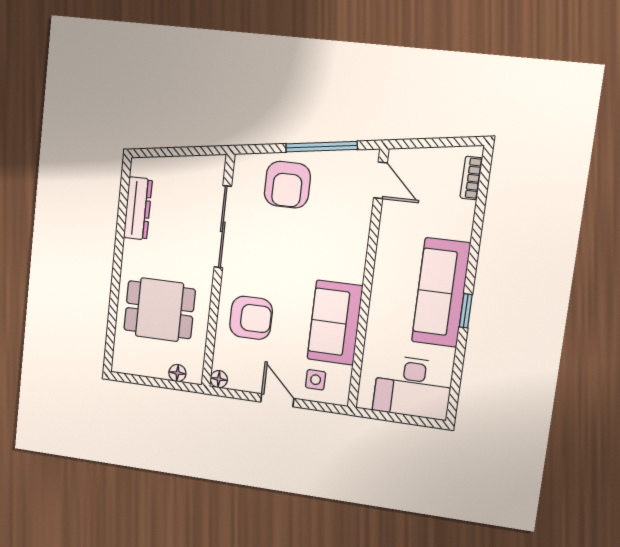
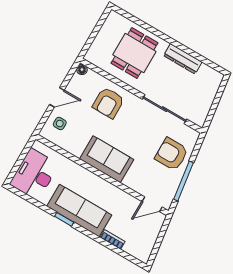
bookcase: (471, 178) -> (113, 240), moved
dresser: (138, 208) -> (183, 59), moved
sofa: (335, 323) -> (107, 159), moved
floor lamp: (177, 373) -> (95, 47), removed

